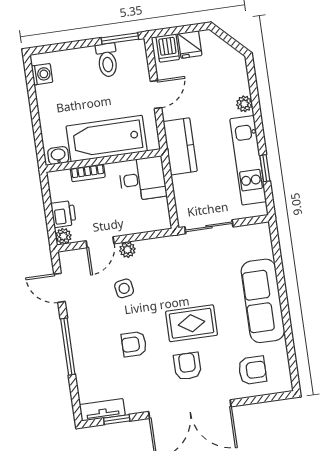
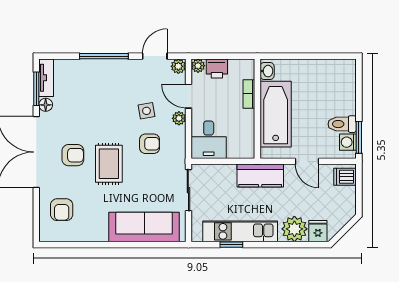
fridge: (190, 44) -> (318, 231), moved, turned 90
washing machine: (42, 74) -> (348, 142), moved, turned 90
plant: (244, 104) -> (294, 229), width x1.88, depth x1.88
desk: (143, 179) -> (209, 140), moved
plant: (67, 259) -> (178, 66), added
sofa: (263, 301) -> (144, 227), moved
armchair: (134, 344) -> (150, 144), moved, turned 90
floor lamp: (134, 406) -> (46, 105), added
window: (117, 419) -> (36, 89), width x1.50

